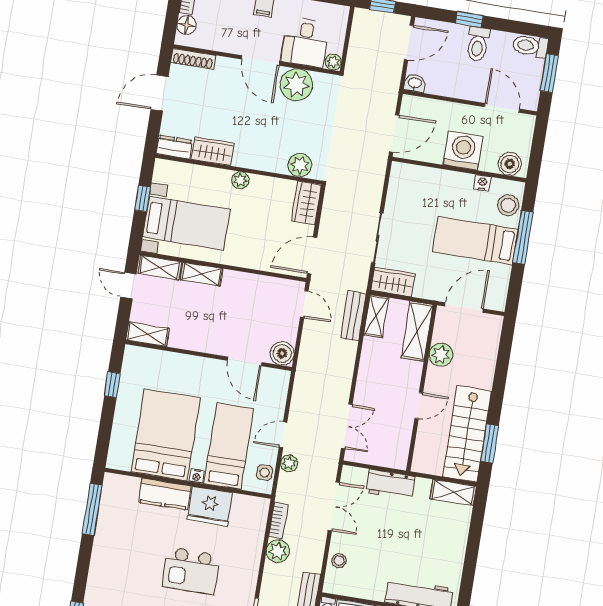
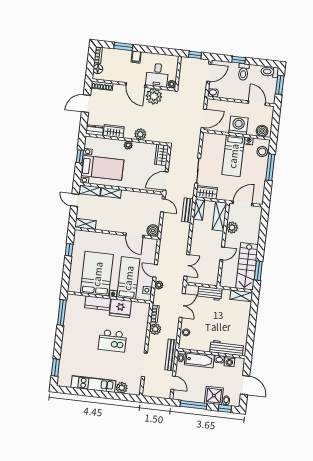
plant: (300, 165) -> (140, 134), moved
bed: (475, 241) -> (233, 156), moved, turned -90
door: (283, 435) -> (155, 271), hinge flipped

